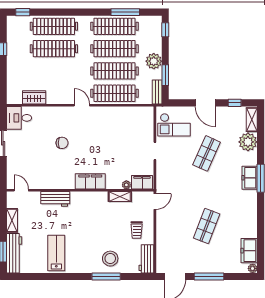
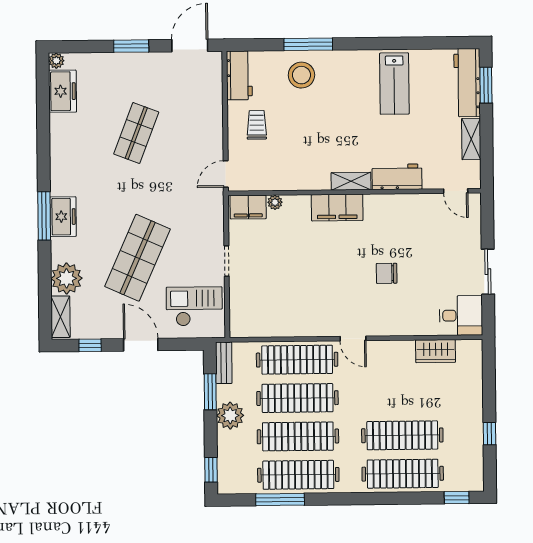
shop shelf: (207, 153) -> (138, 258), width x1.43, depth x1.36
shelving: (120, 197) -> (351, 181), moved
window: (209, 276) -> (131, 46), width x0.69

